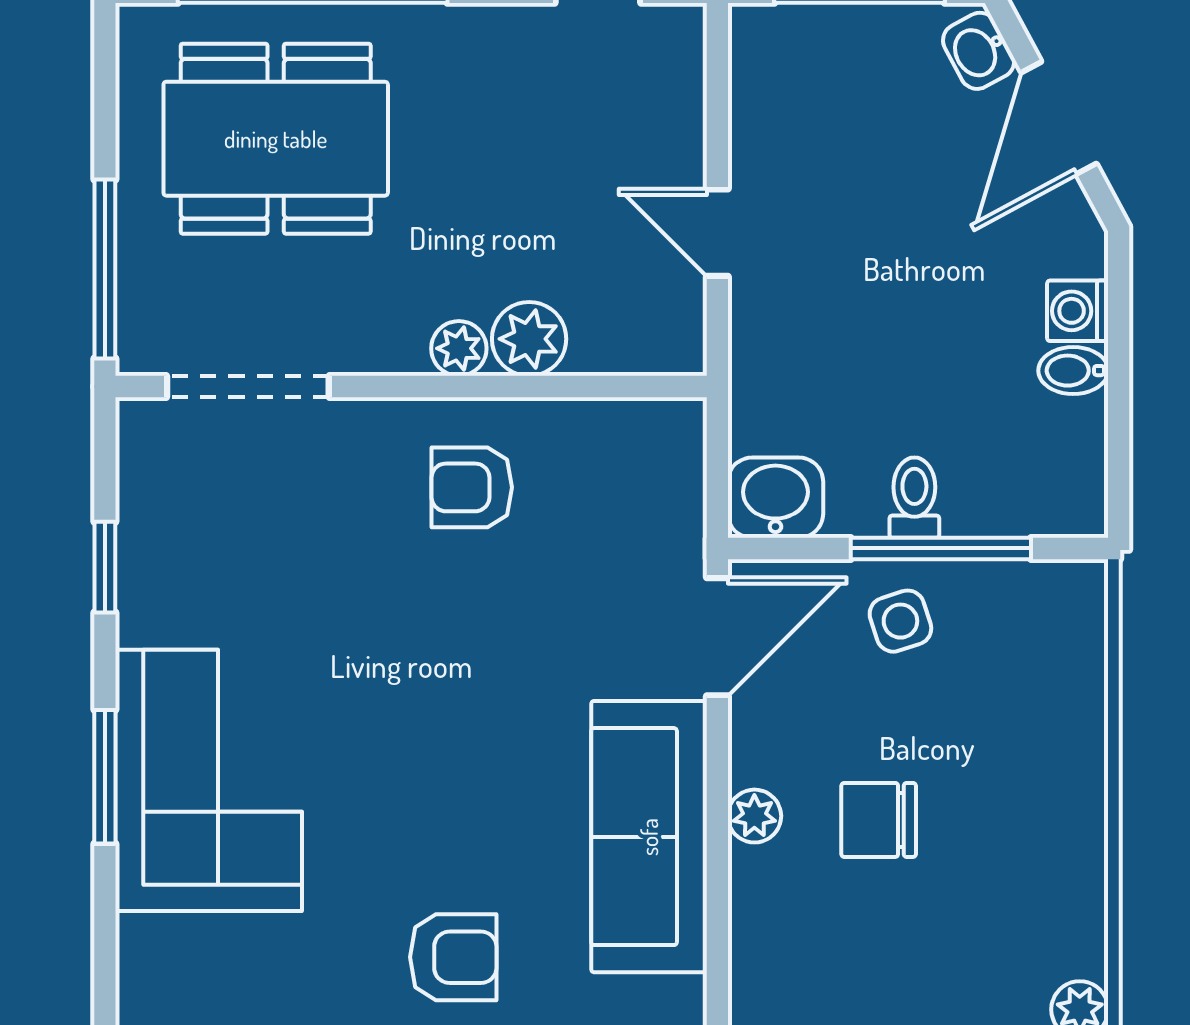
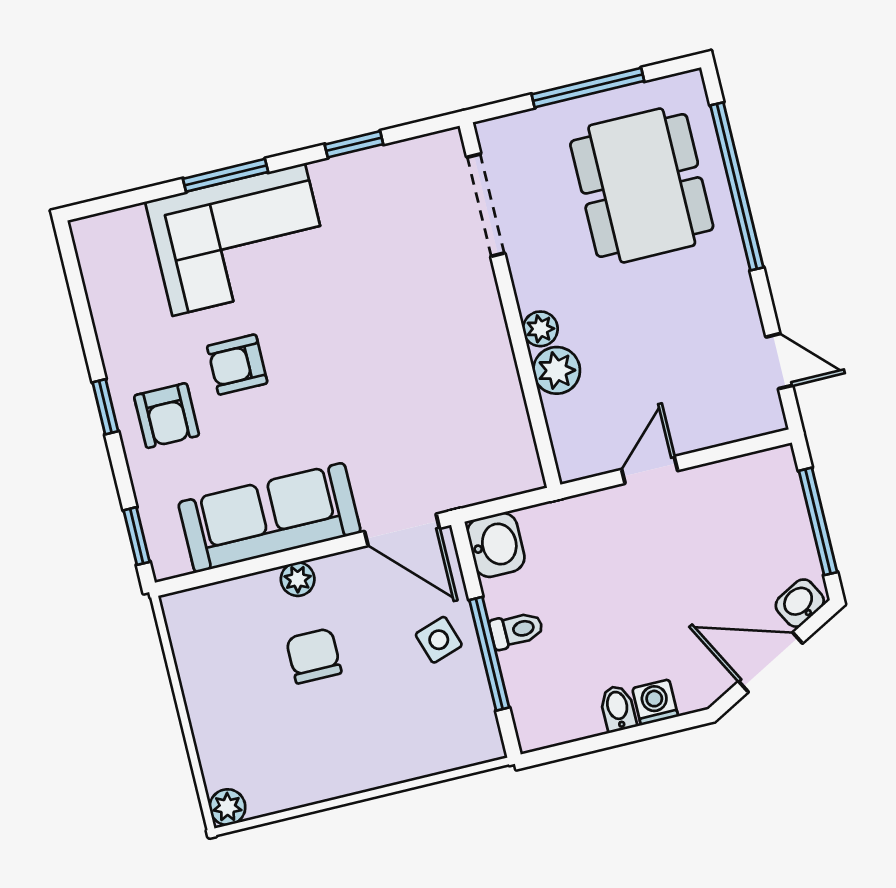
window: (105, 269) -> (588, 88), moved
armchair: (472, 487) -> (237, 365), moved, turned -90

